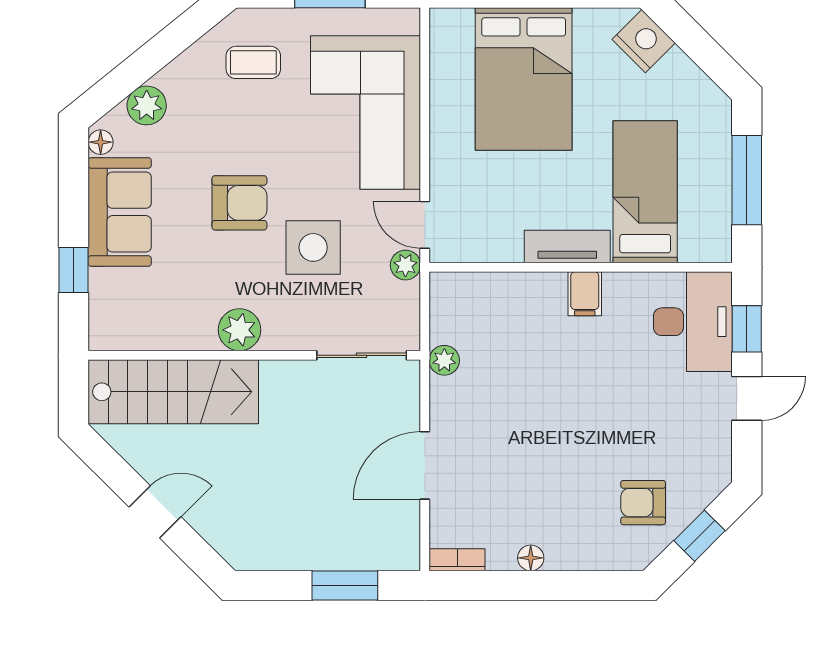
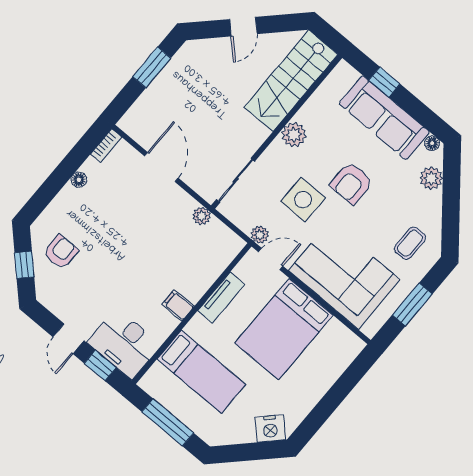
bed: (524, 79) -> (284, 329), moved, turned -90
sofa: (120, 212) -> (384, 118), width x1.36
tv unit: (567, 246) -> (221, 298), moved
window: (345, 586) -> (152, 67), moved

